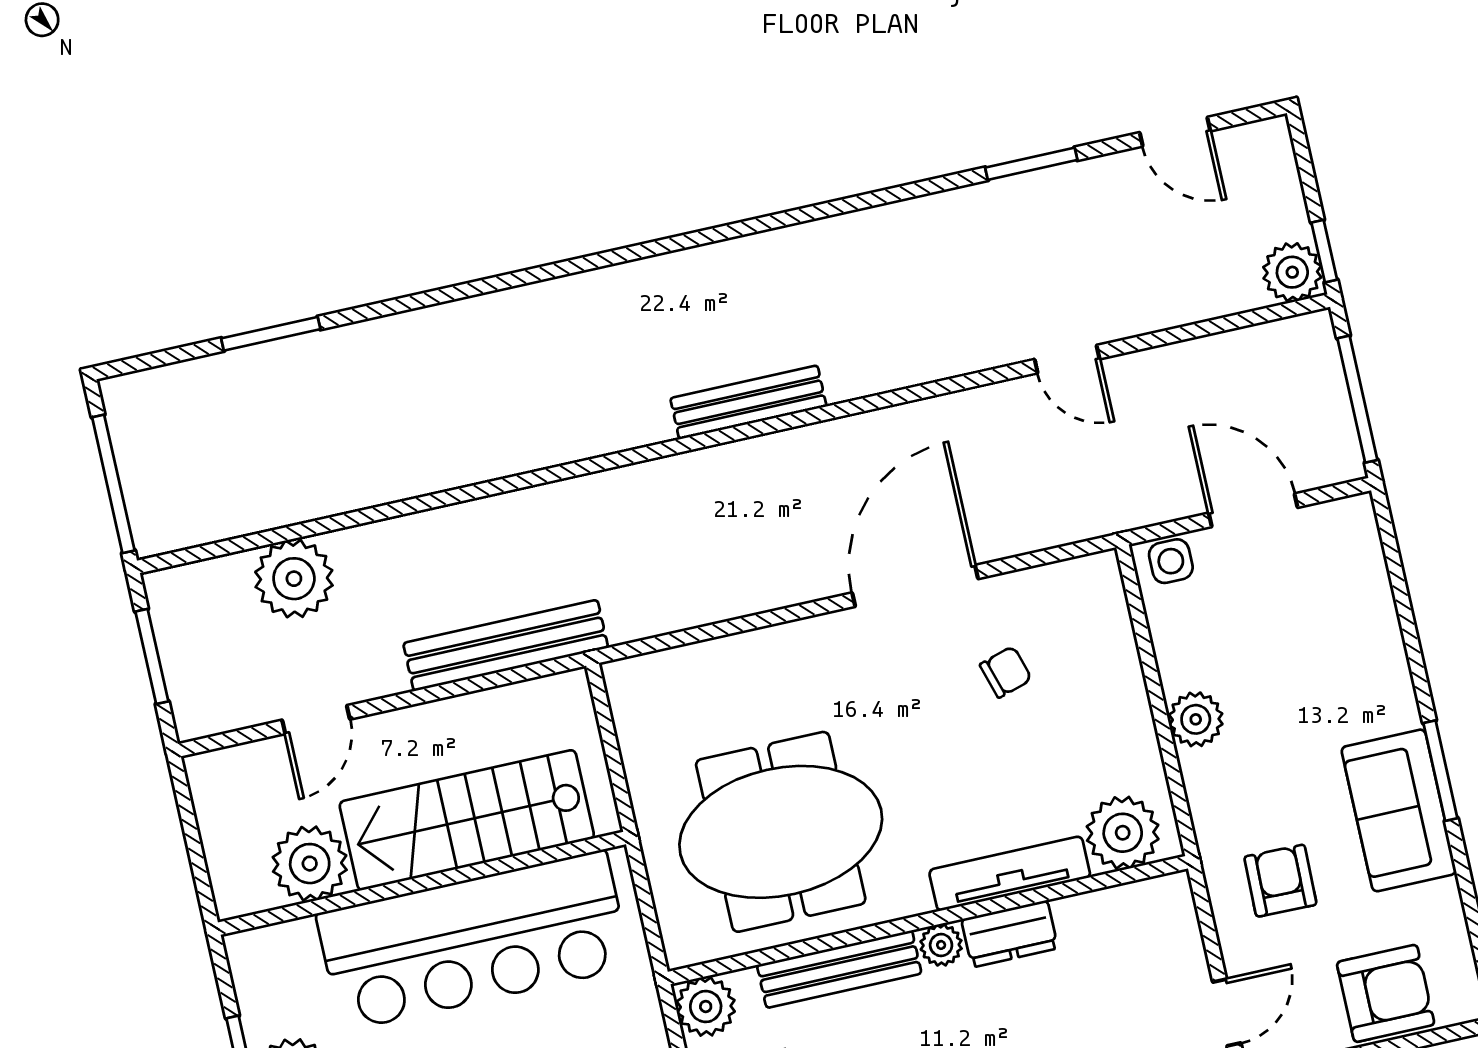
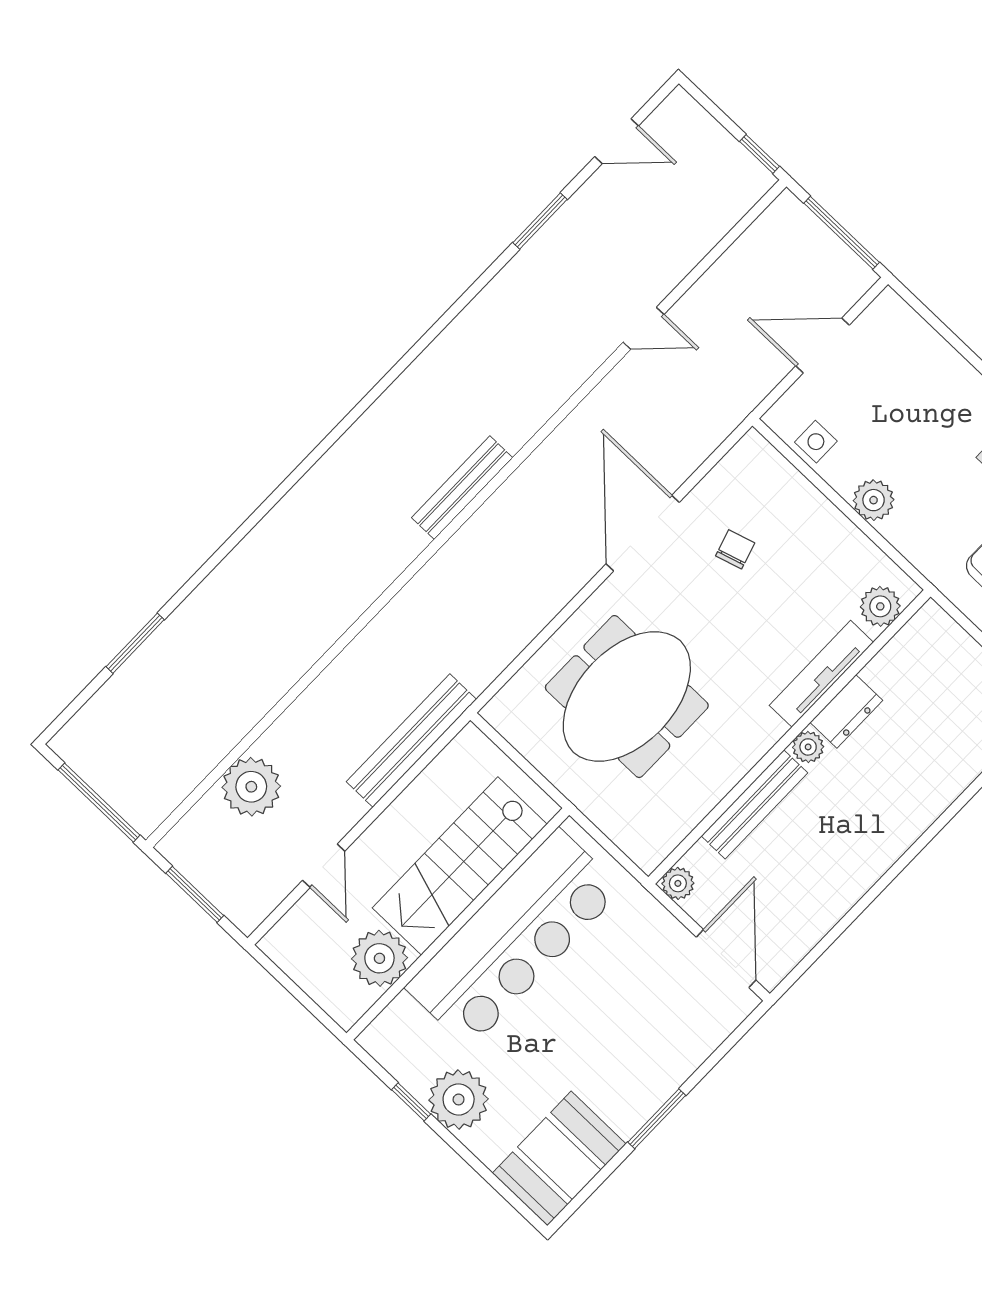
plant: (1292, 272) -> (748, 180), removed
side table: (1171, 561) -> (816, 442), moved
meeting table: (781, 832) -> (627, 697), moved
plant: (1123, 833) -> (880, 606), width x0.73, depth x0.73
plant: (706, 1006) -> (678, 883), width x0.73, depth x0.73

